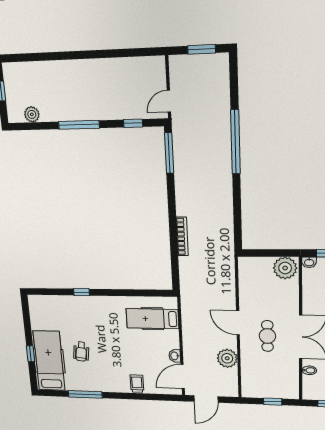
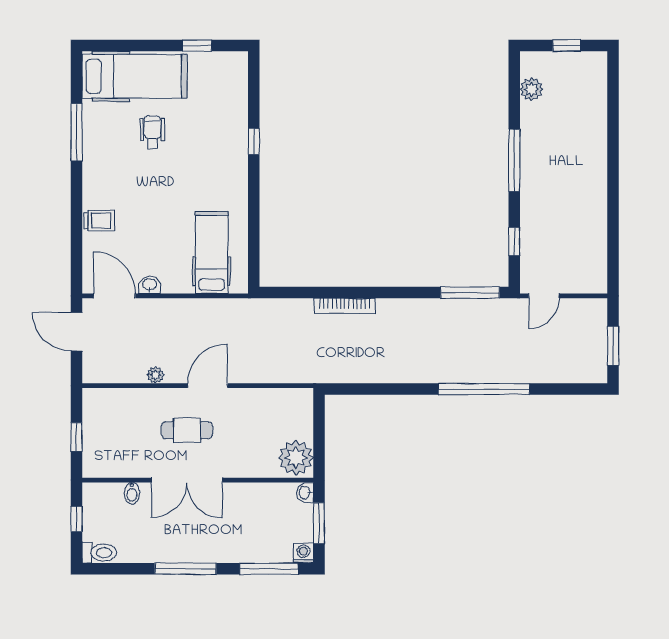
door: (169, 101) -> (544, 296), swing flipped
wheelchair: (81, 352) -> (153, 132), turned 83
window: (30, 354) -> (197, 46), moved
plant: (227, 358) -> (155, 375), width x0.53, depth x0.53

